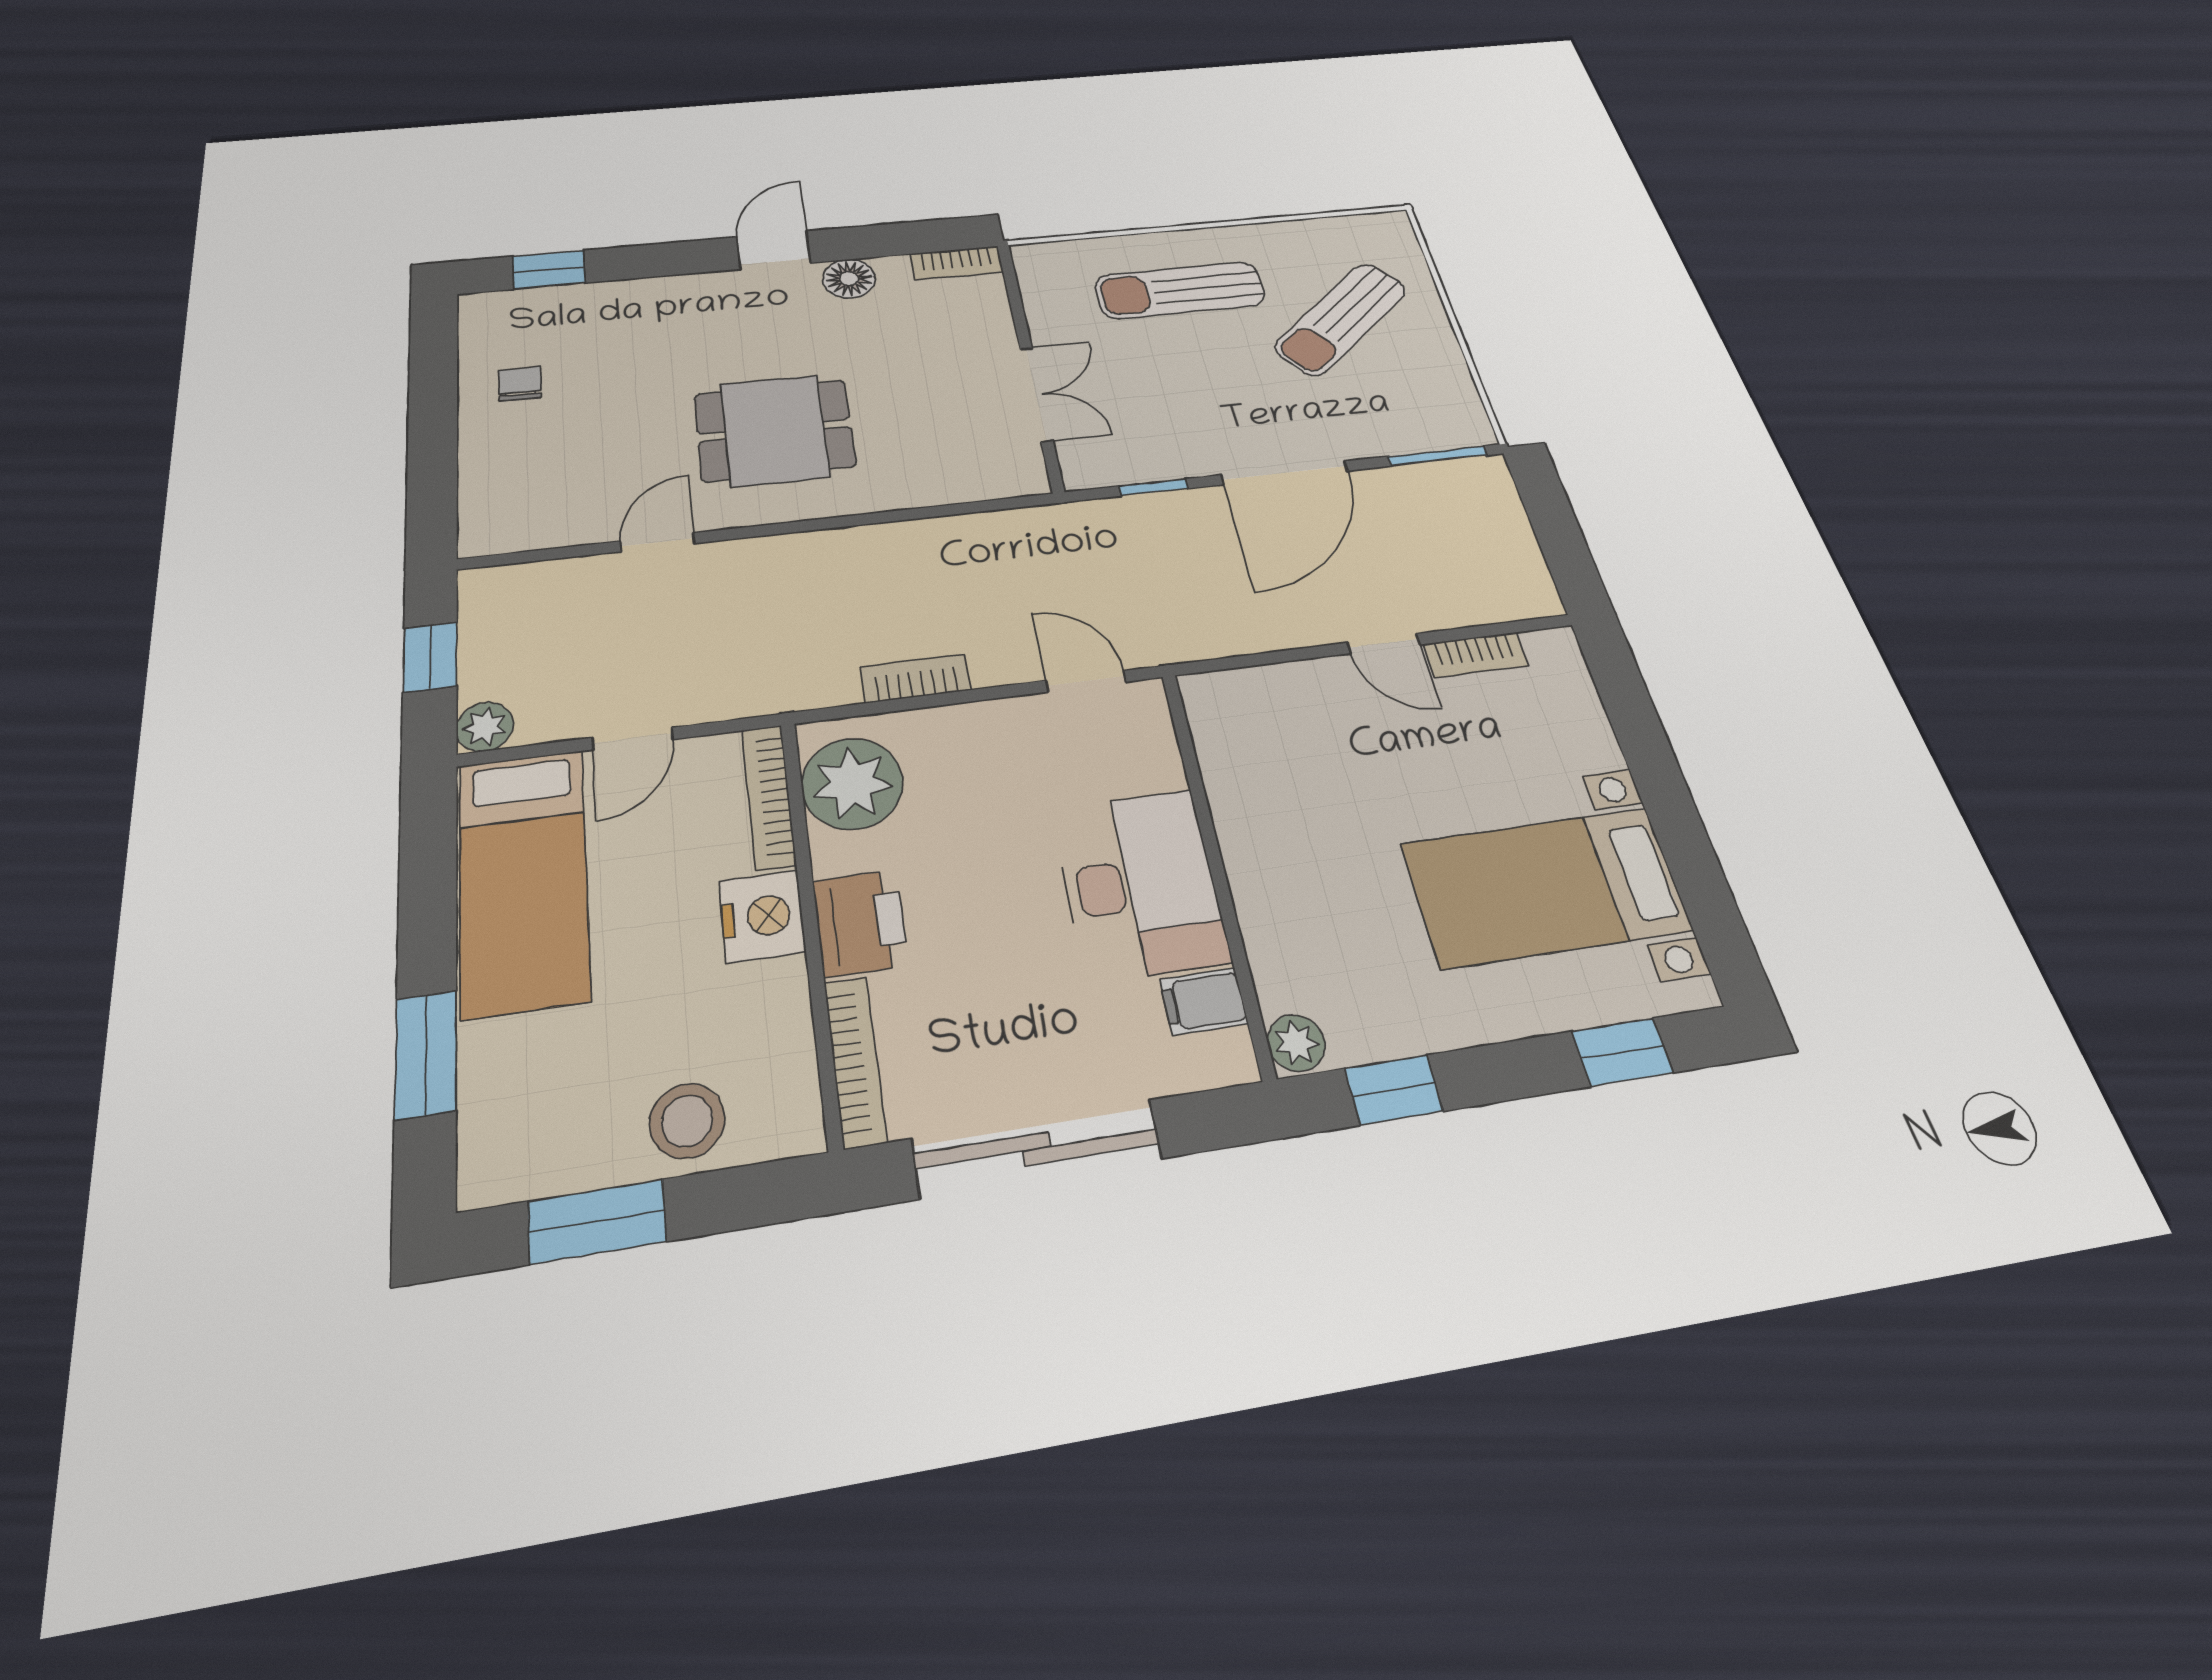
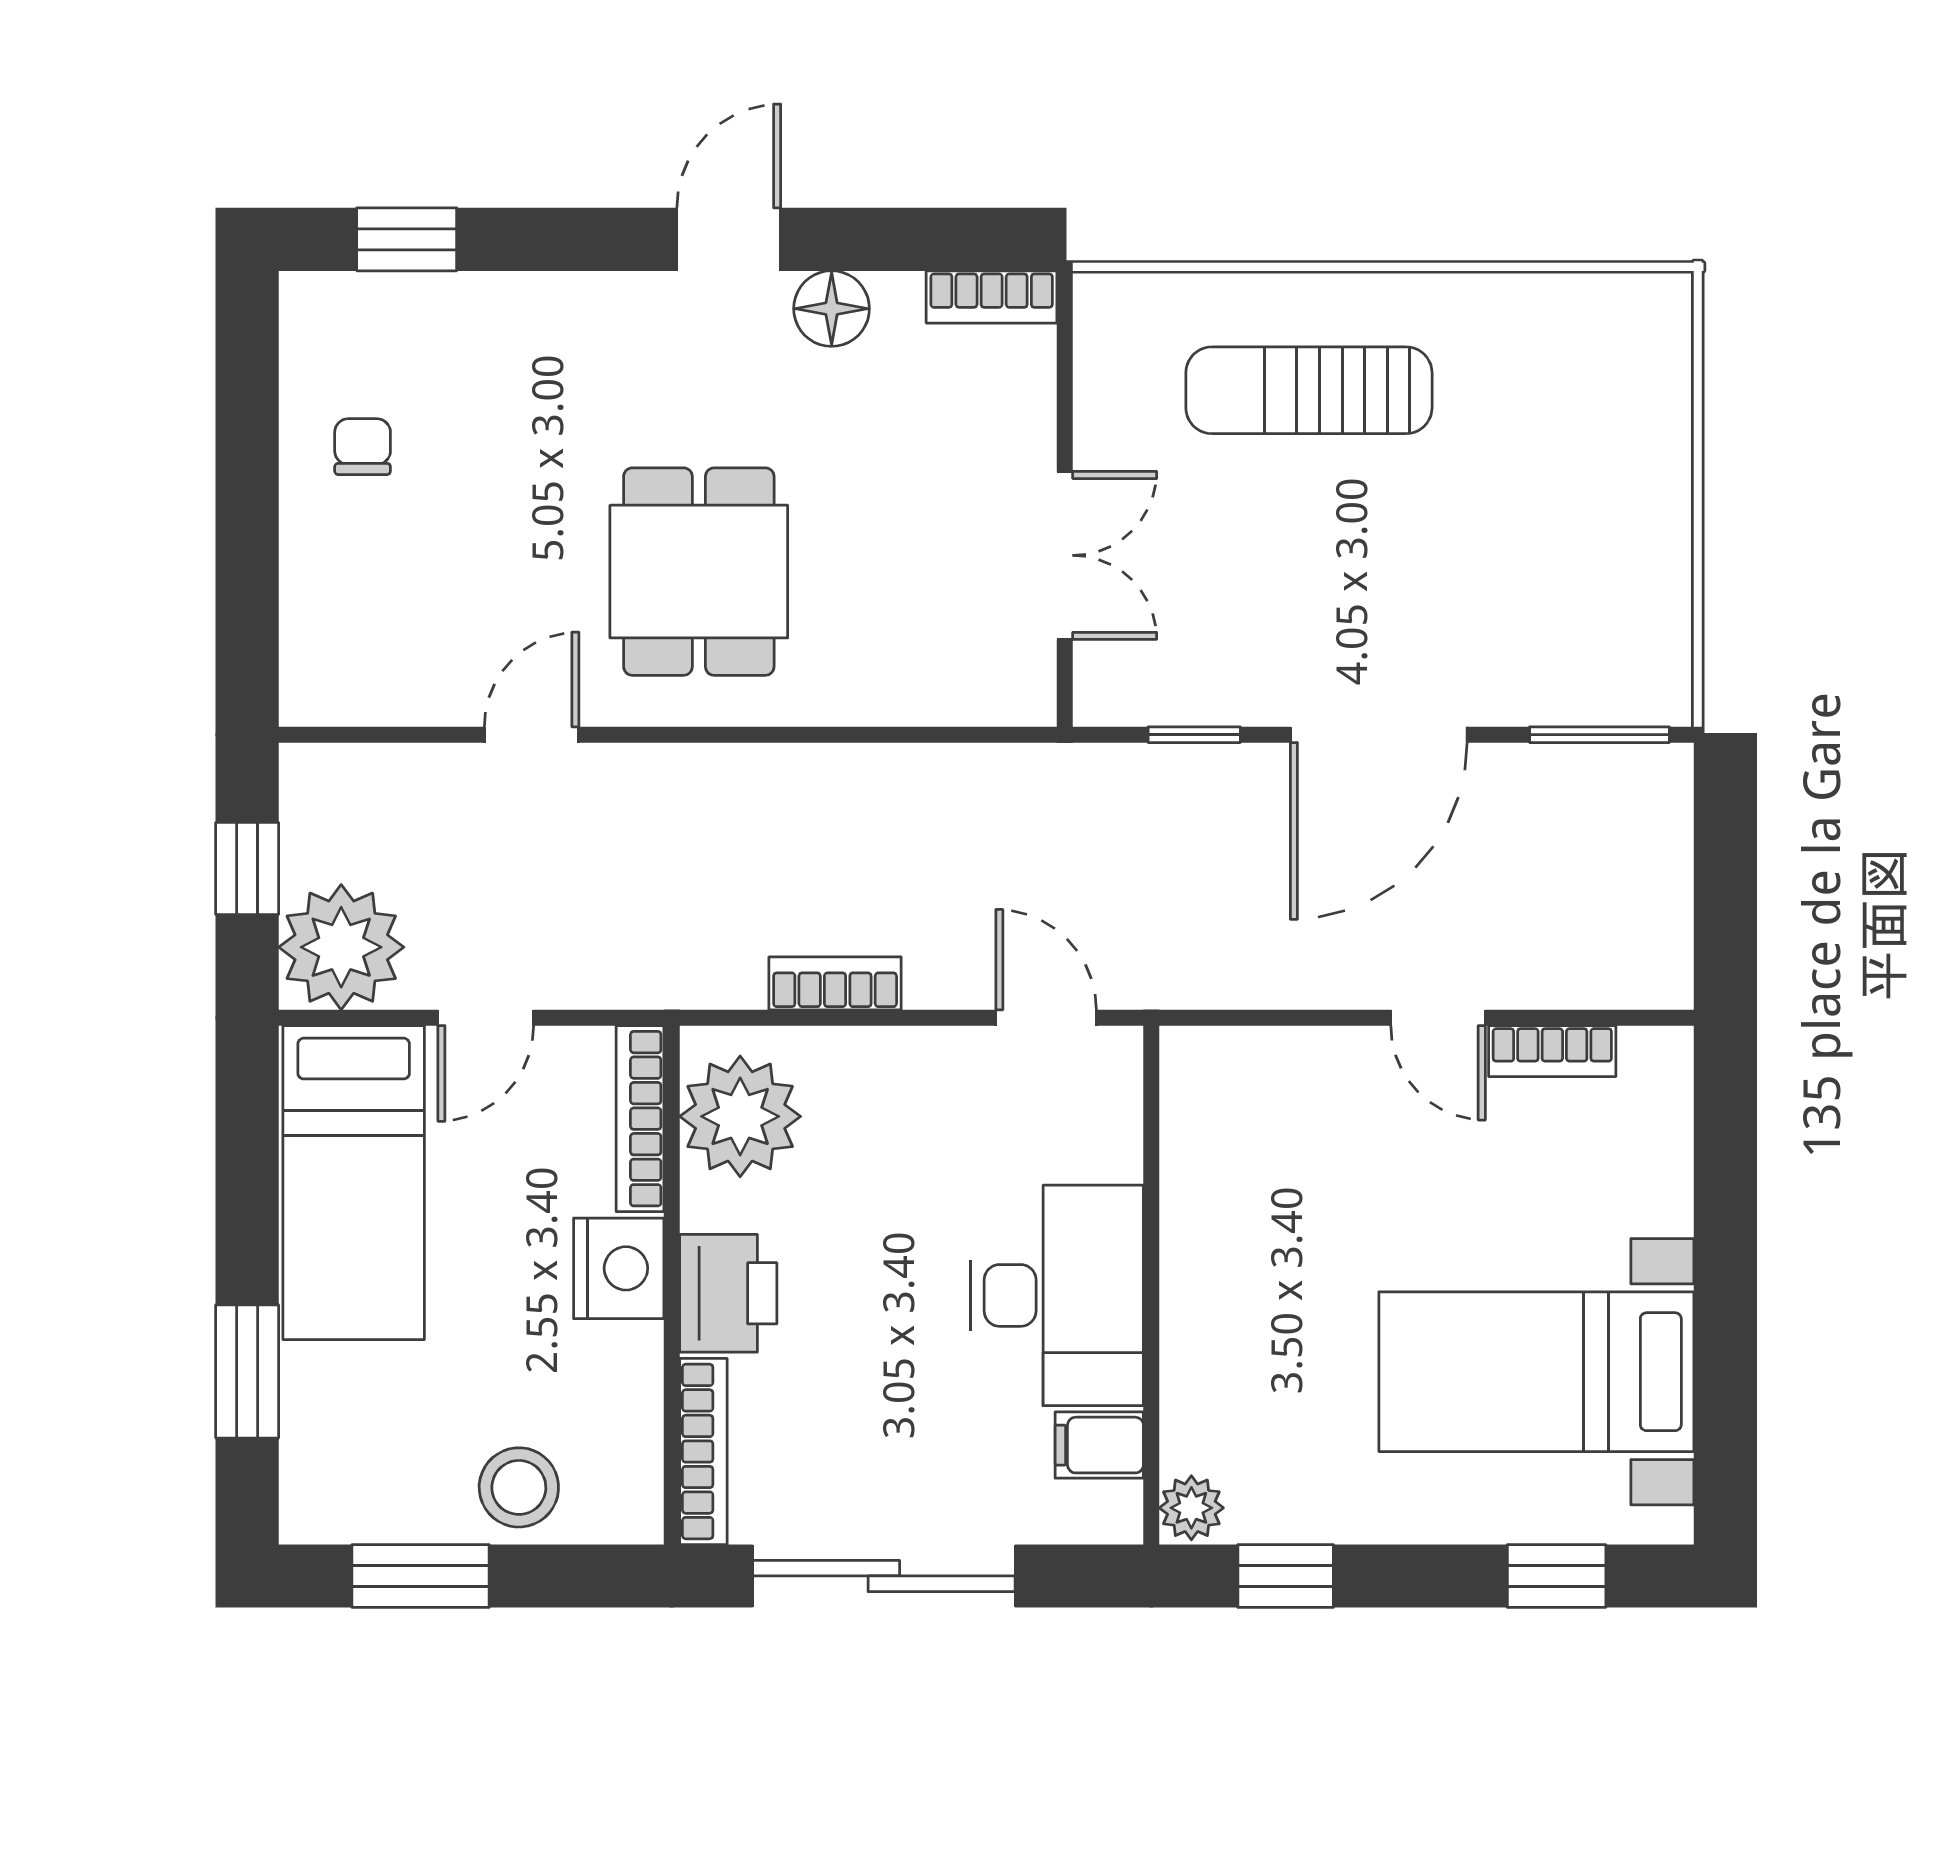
sun lounger: (1341, 319) -> (1532, 474), removed
dining table: (775, 430) -> (699, 572), turned 90
plant: (485, 727) -> (341, 947), width x1.88, depth x1.88

